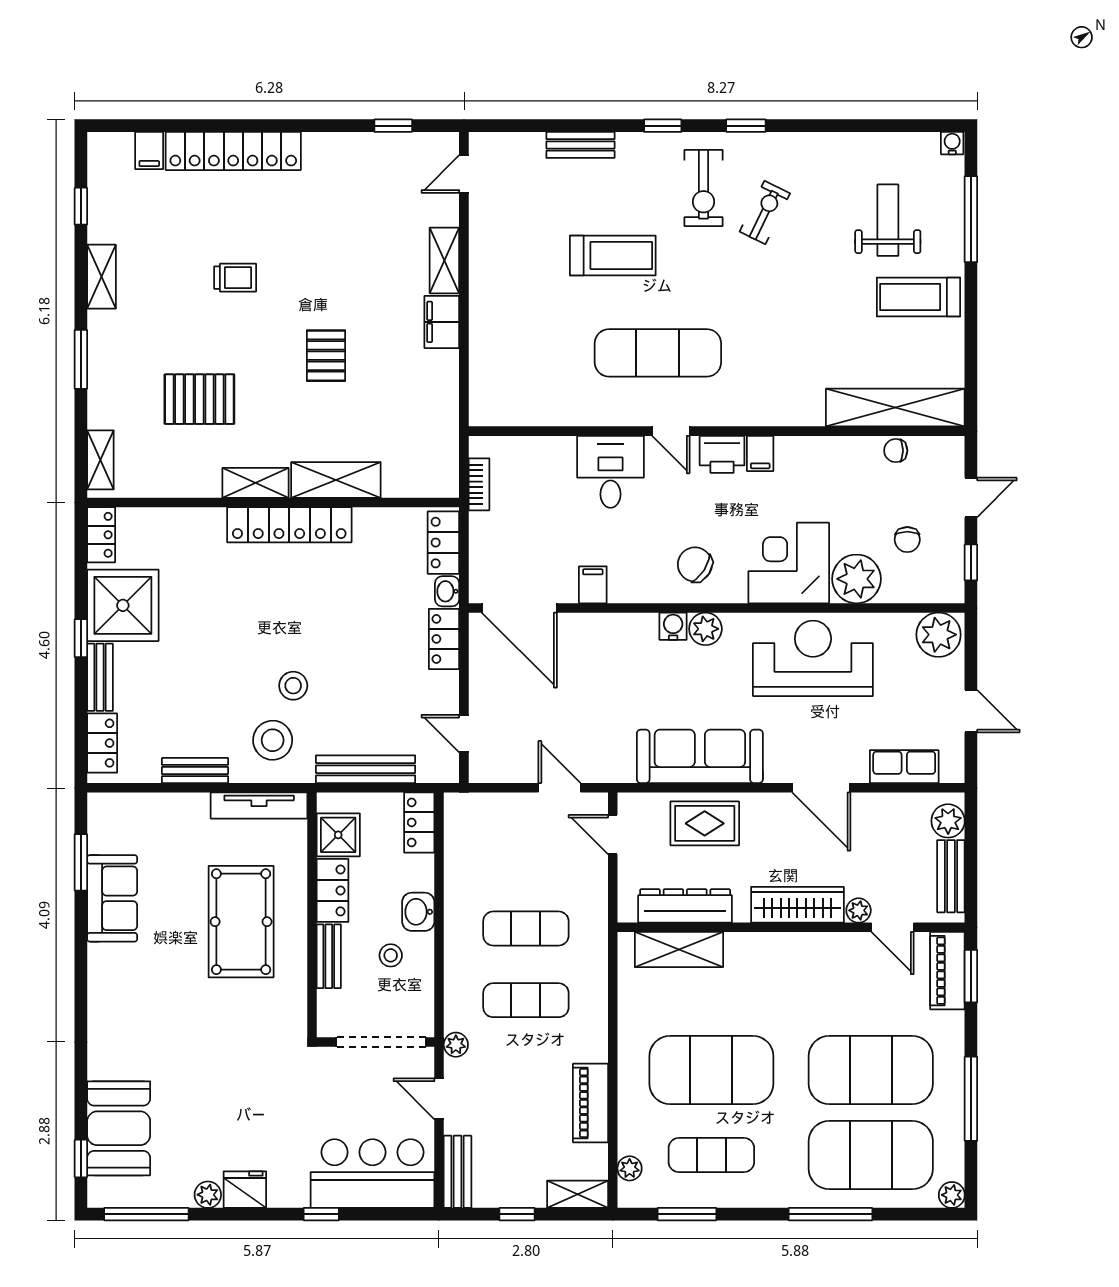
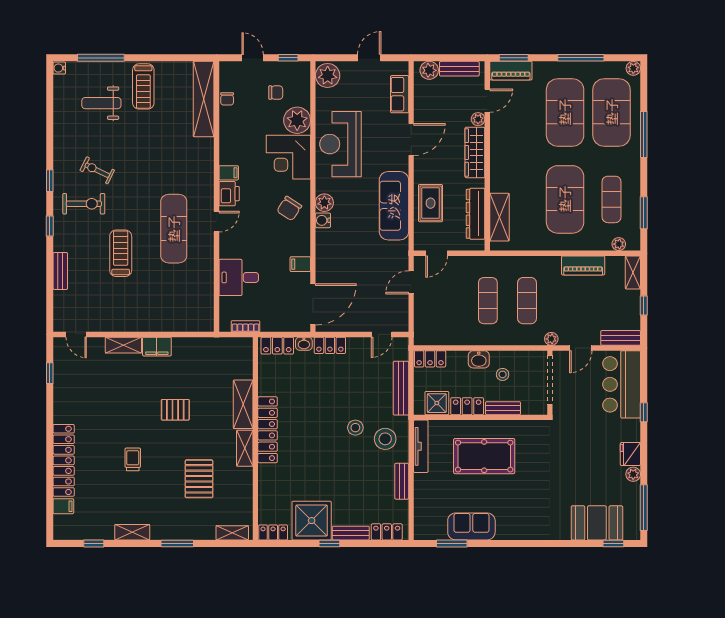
desk: (611, 472) -> (239, 277), moved

